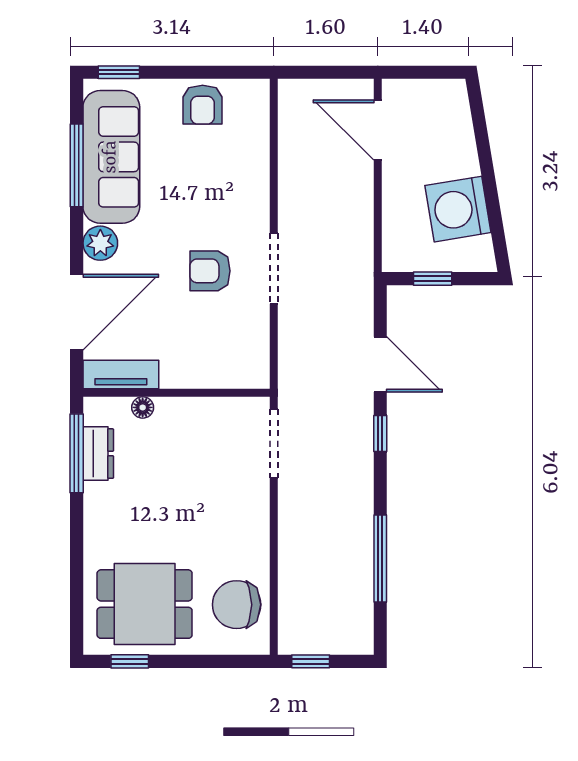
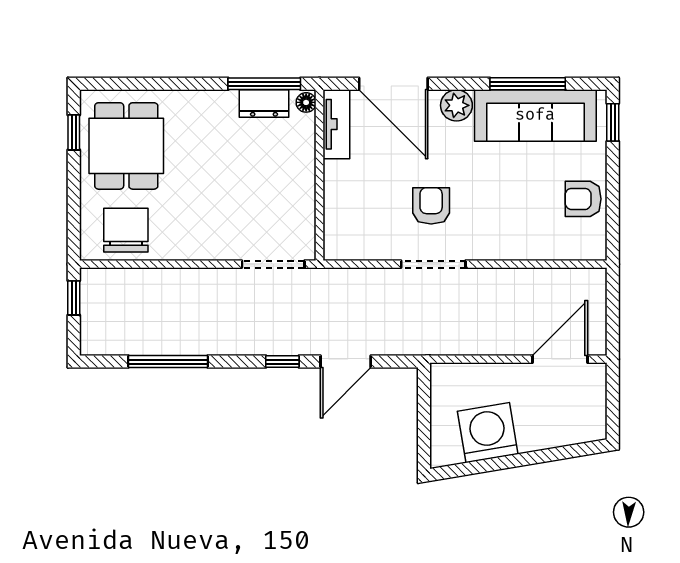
window: (433, 279) -> (424, 409), removed
floor lamp: (143, 407) -> (306, 102), moved

